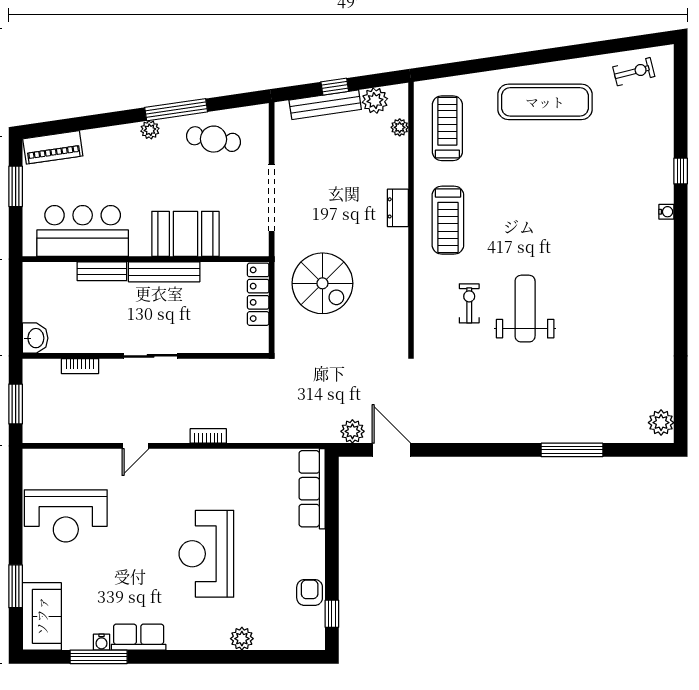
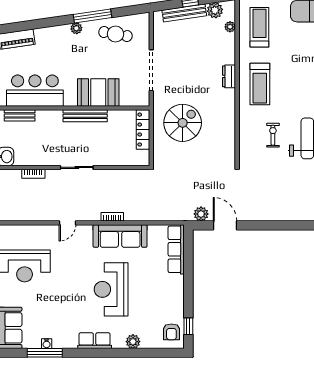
bench: (102, 271) -> (20, 115), moved
spiral stairs: (322, 283) -> (183, 123), turned -90
sofa: (221, 467) -> (120, 236), added
armchair: (310, 592) -> (171, 332), moved, turned 180
row of seats: (139, 637) -> (95, 341), moved

